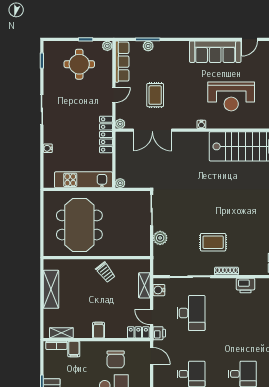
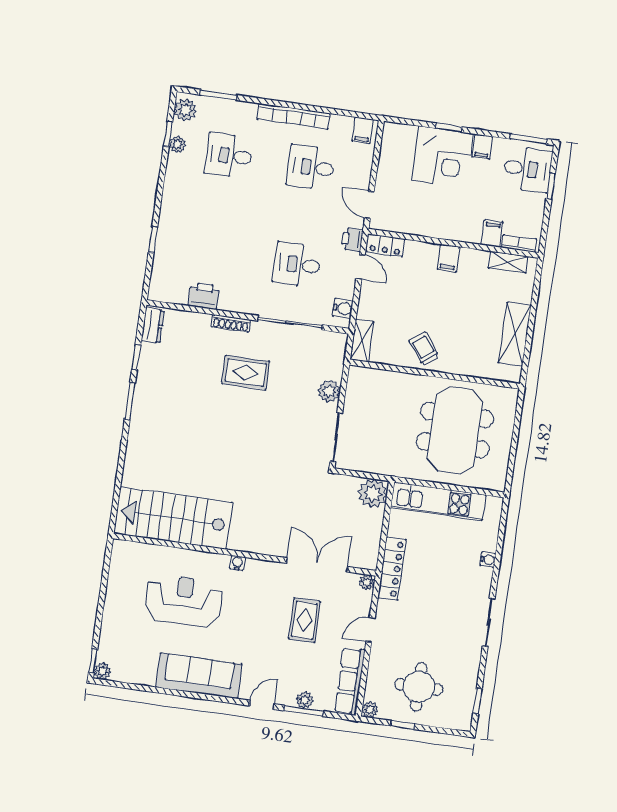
door: (250, 39) -> (262, 705), moved
plant: (120, 183) -> (373, 493), width x1.88, depth x1.88
shelving: (144, 285) -> (362, 341), moved
desk: (191, 313) -> (297, 264), width x0.73
chair: (116, 359) -> (428, 207), removed

